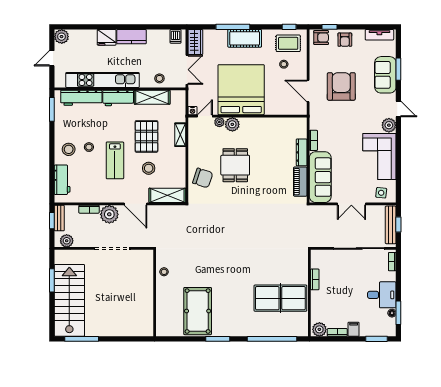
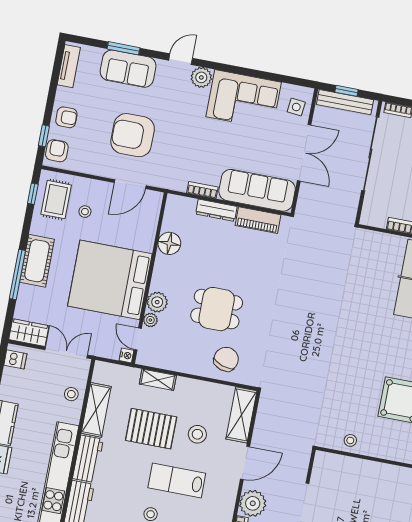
floor lamp: (273, 125) -> (169, 243), added
lab bench: (115, 160) -> (177, 481), turned 180
double door: (351, 204) -> (304, 153), width x1.37

